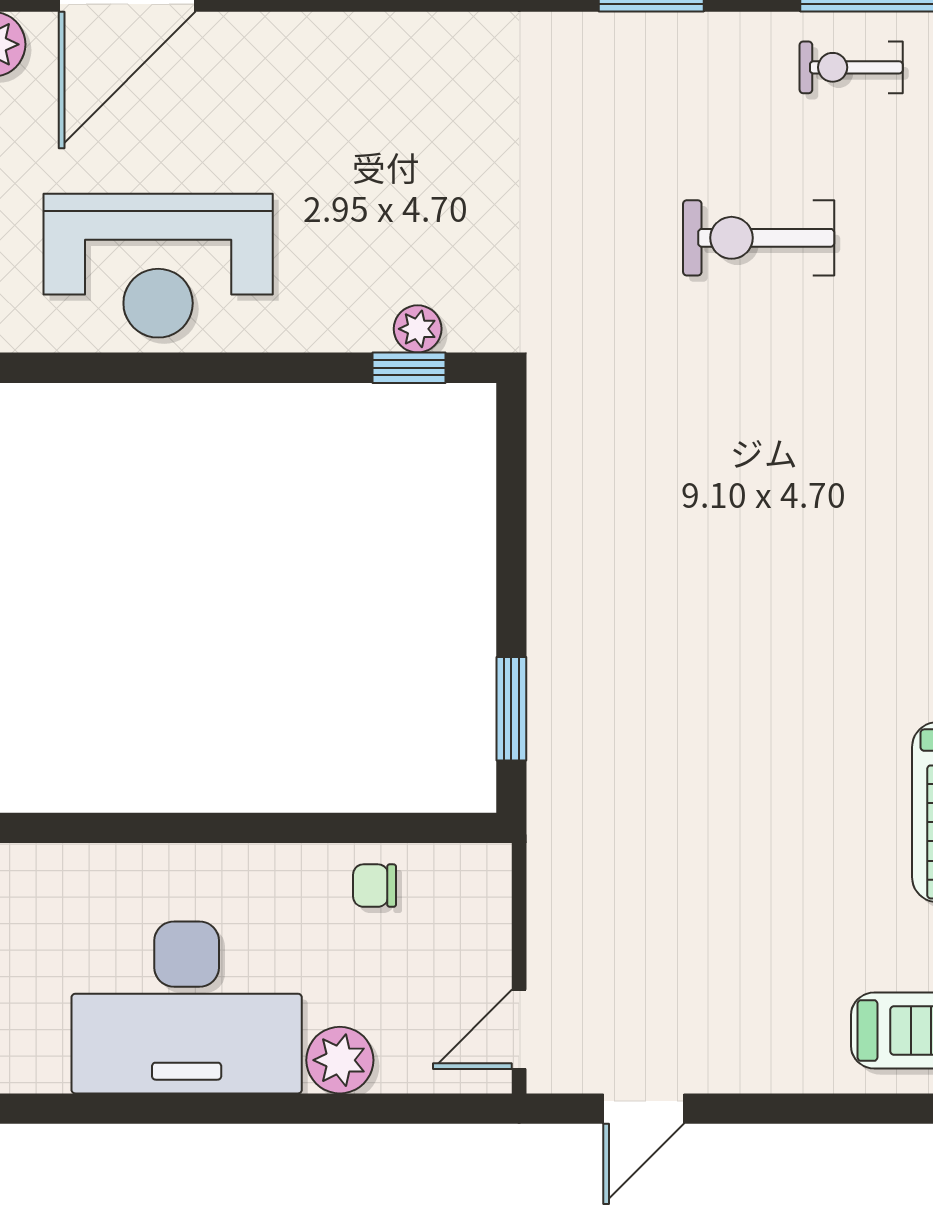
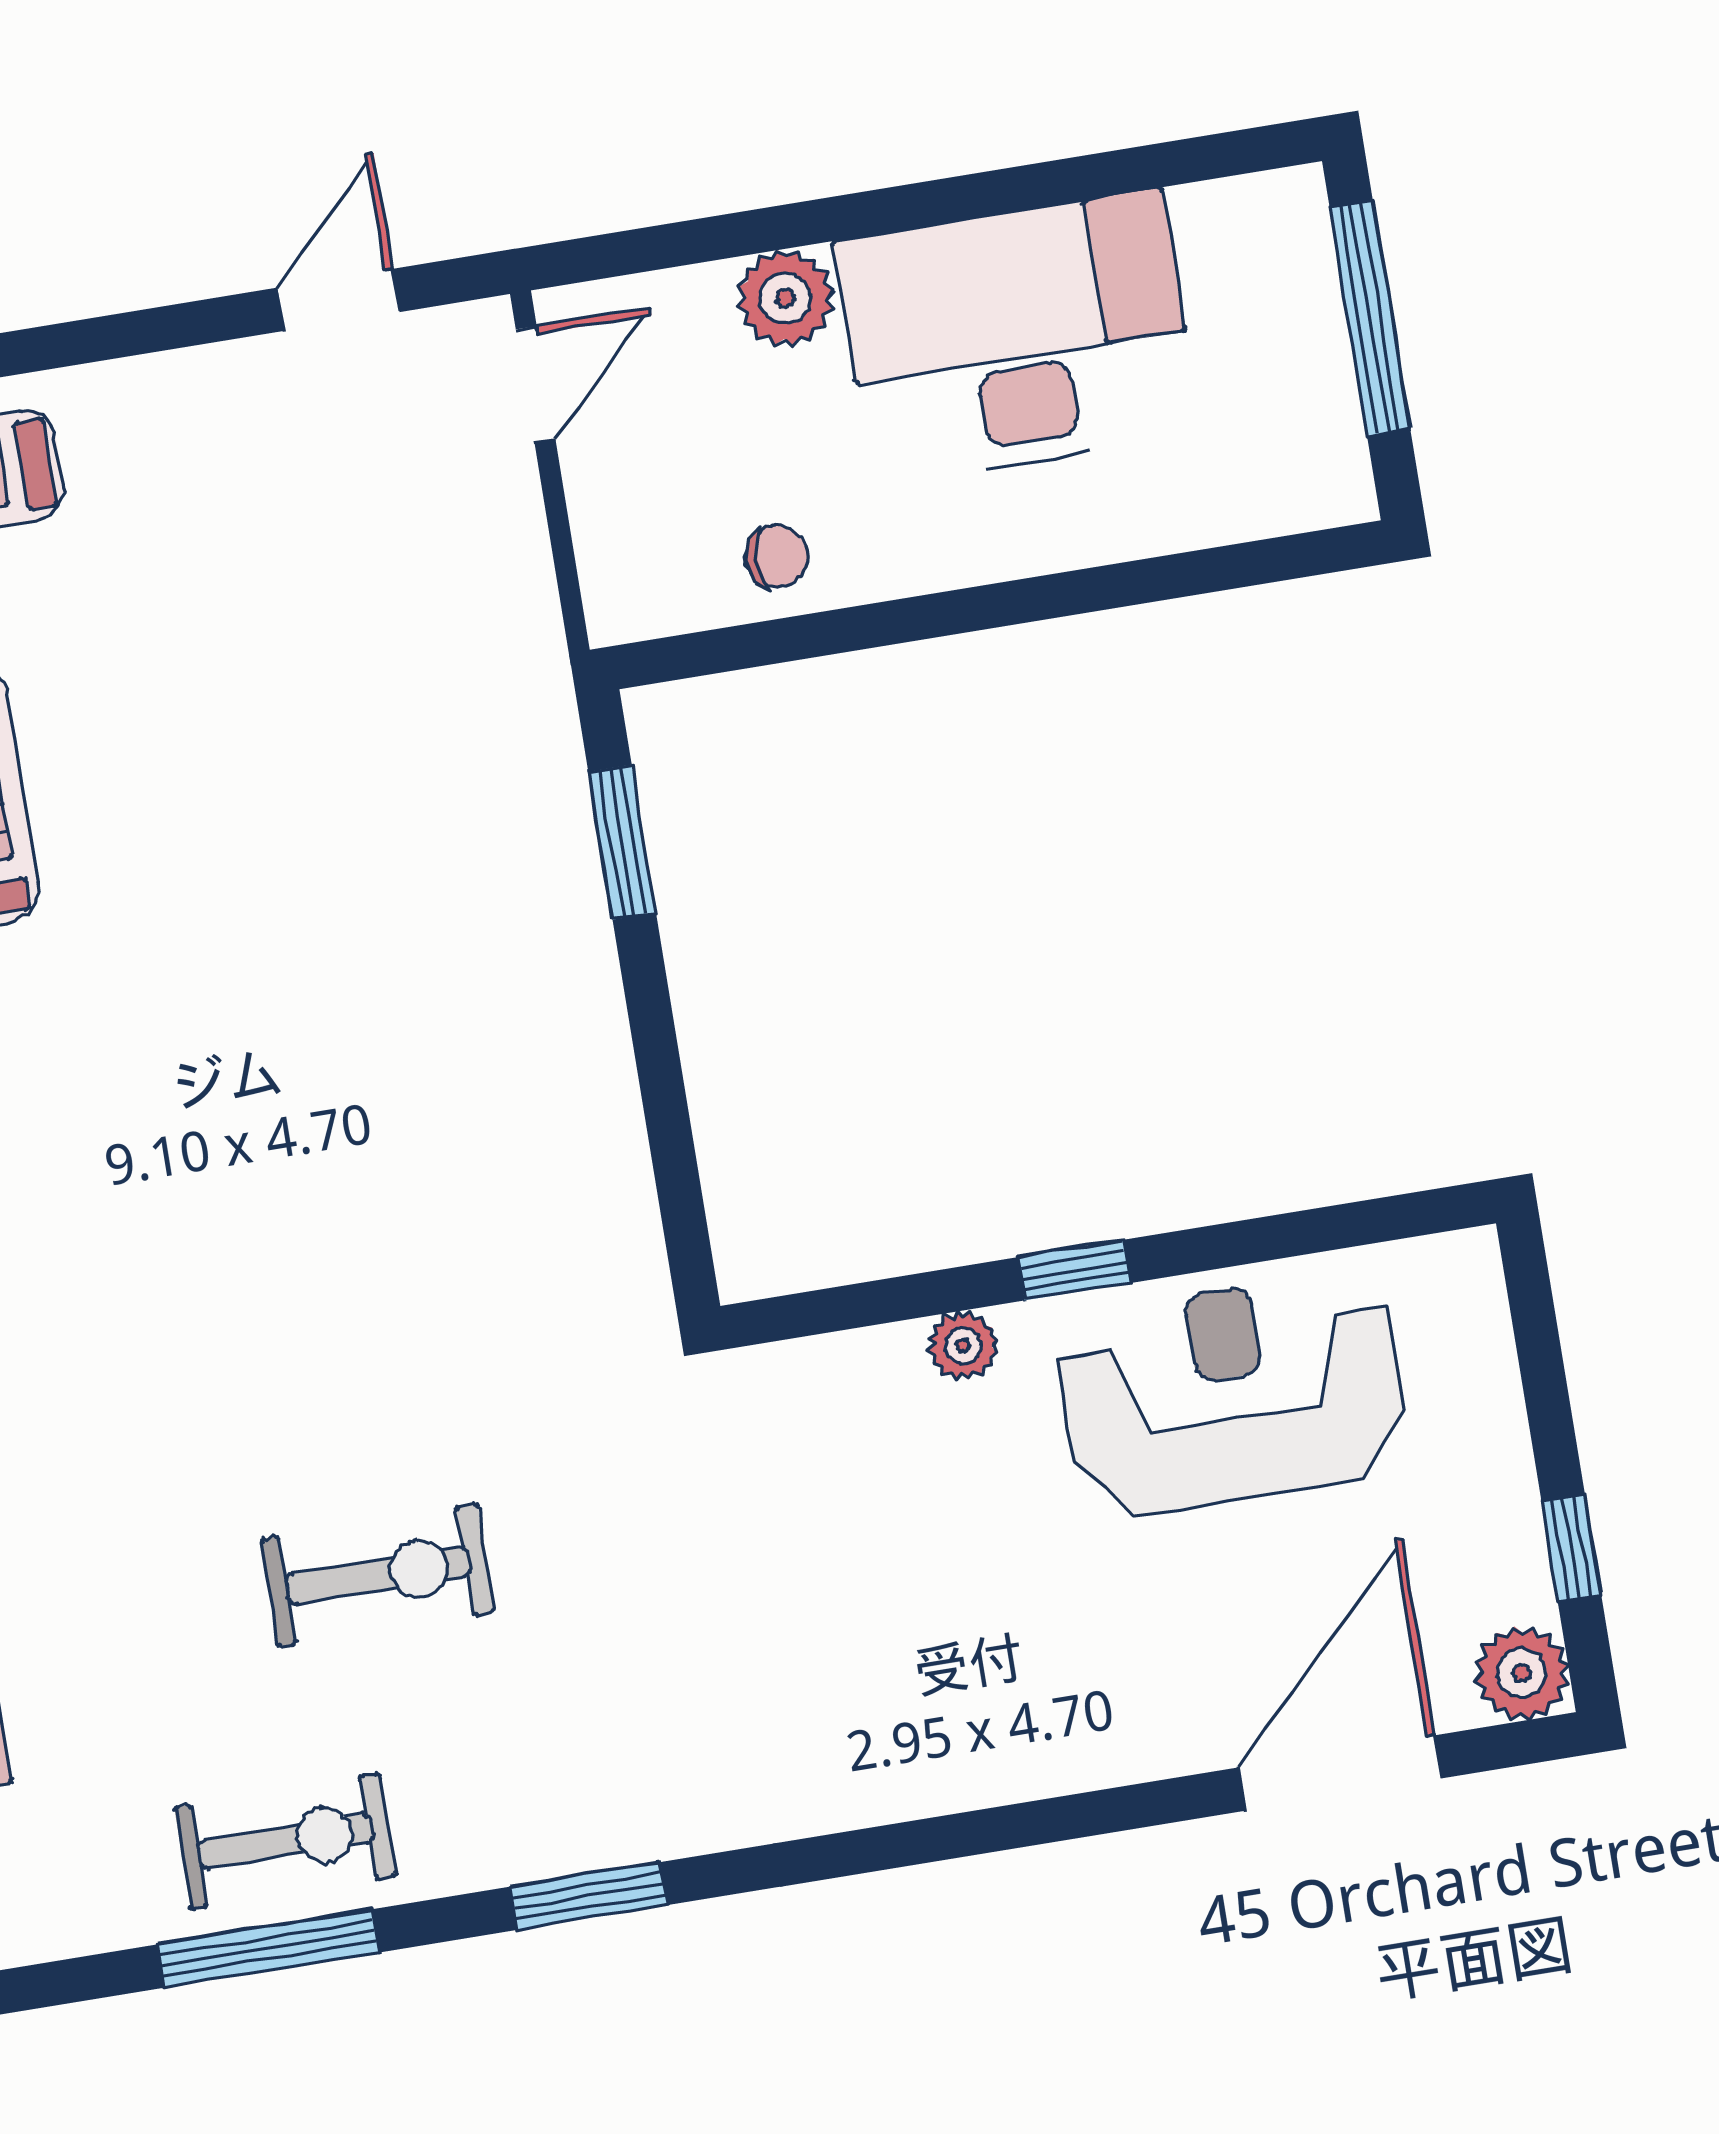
exercise bike: (851, 67) -> (285, 1842), width x1.38, depth x1.39
plant: (418, 329) -> (963, 1346), moved
window: (409, 368) -> (1074, 1270), moved

